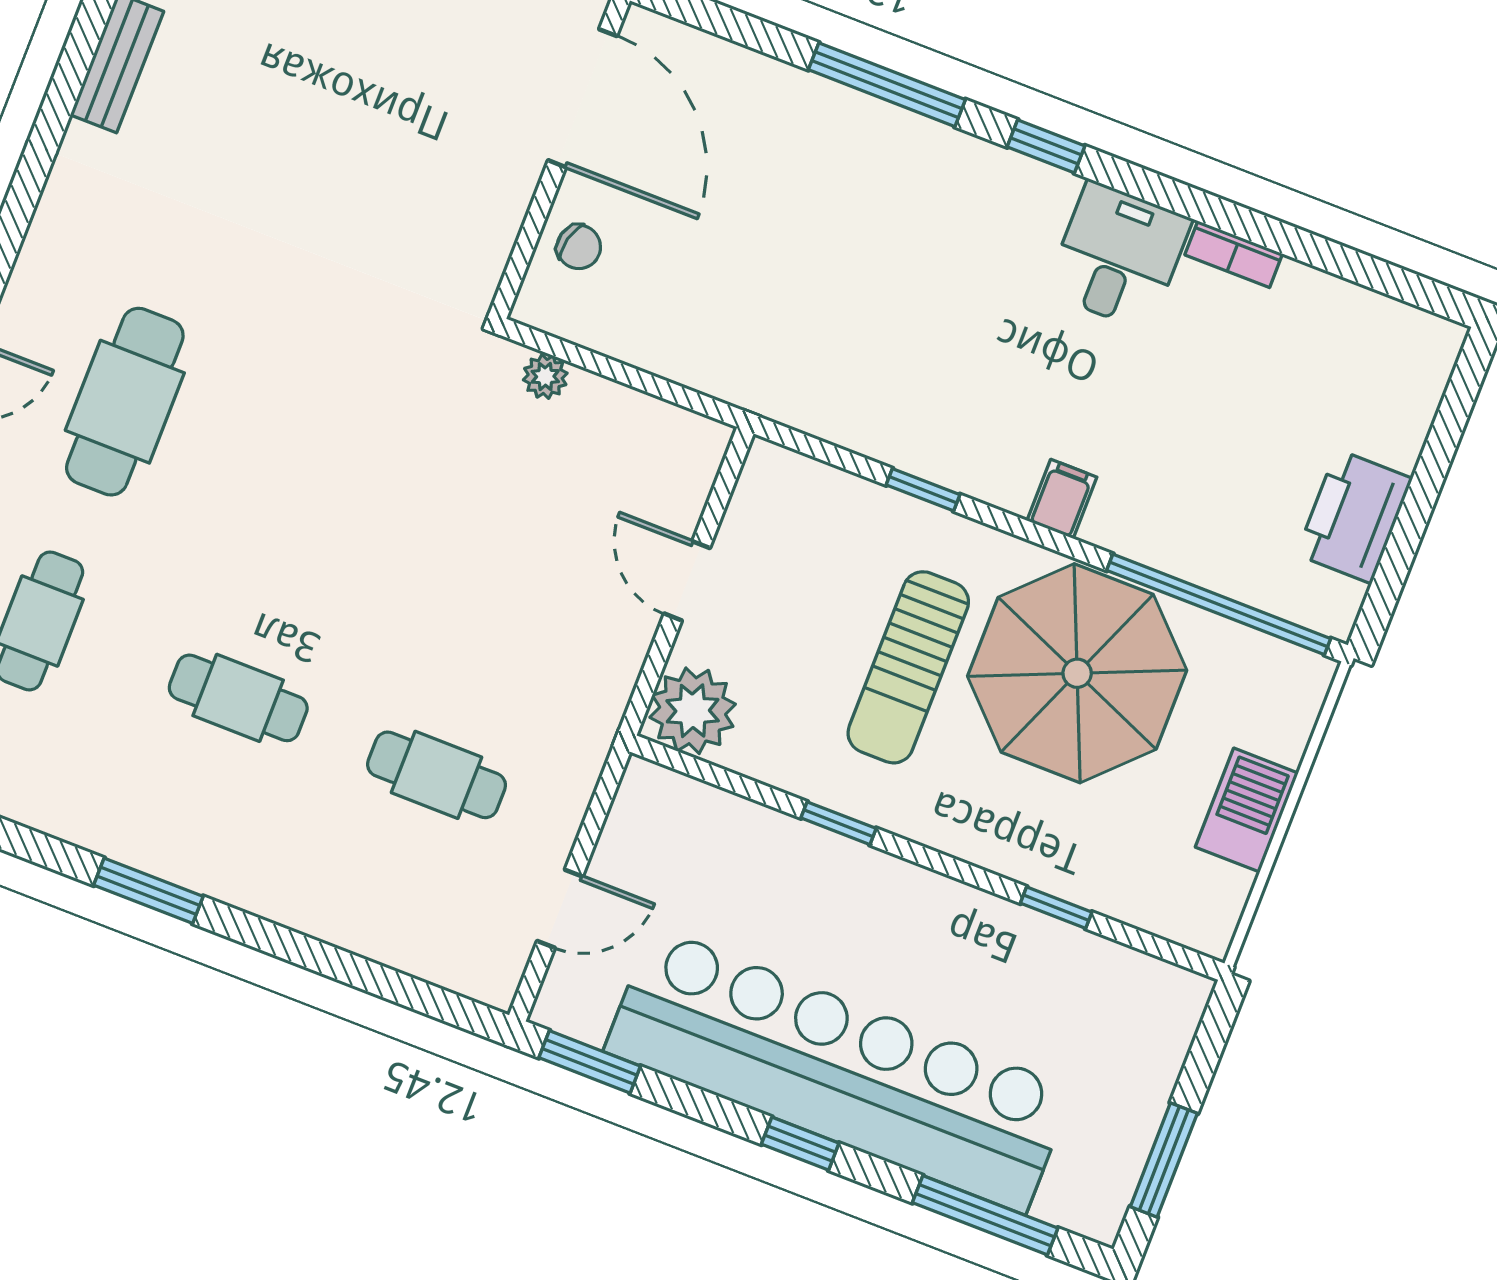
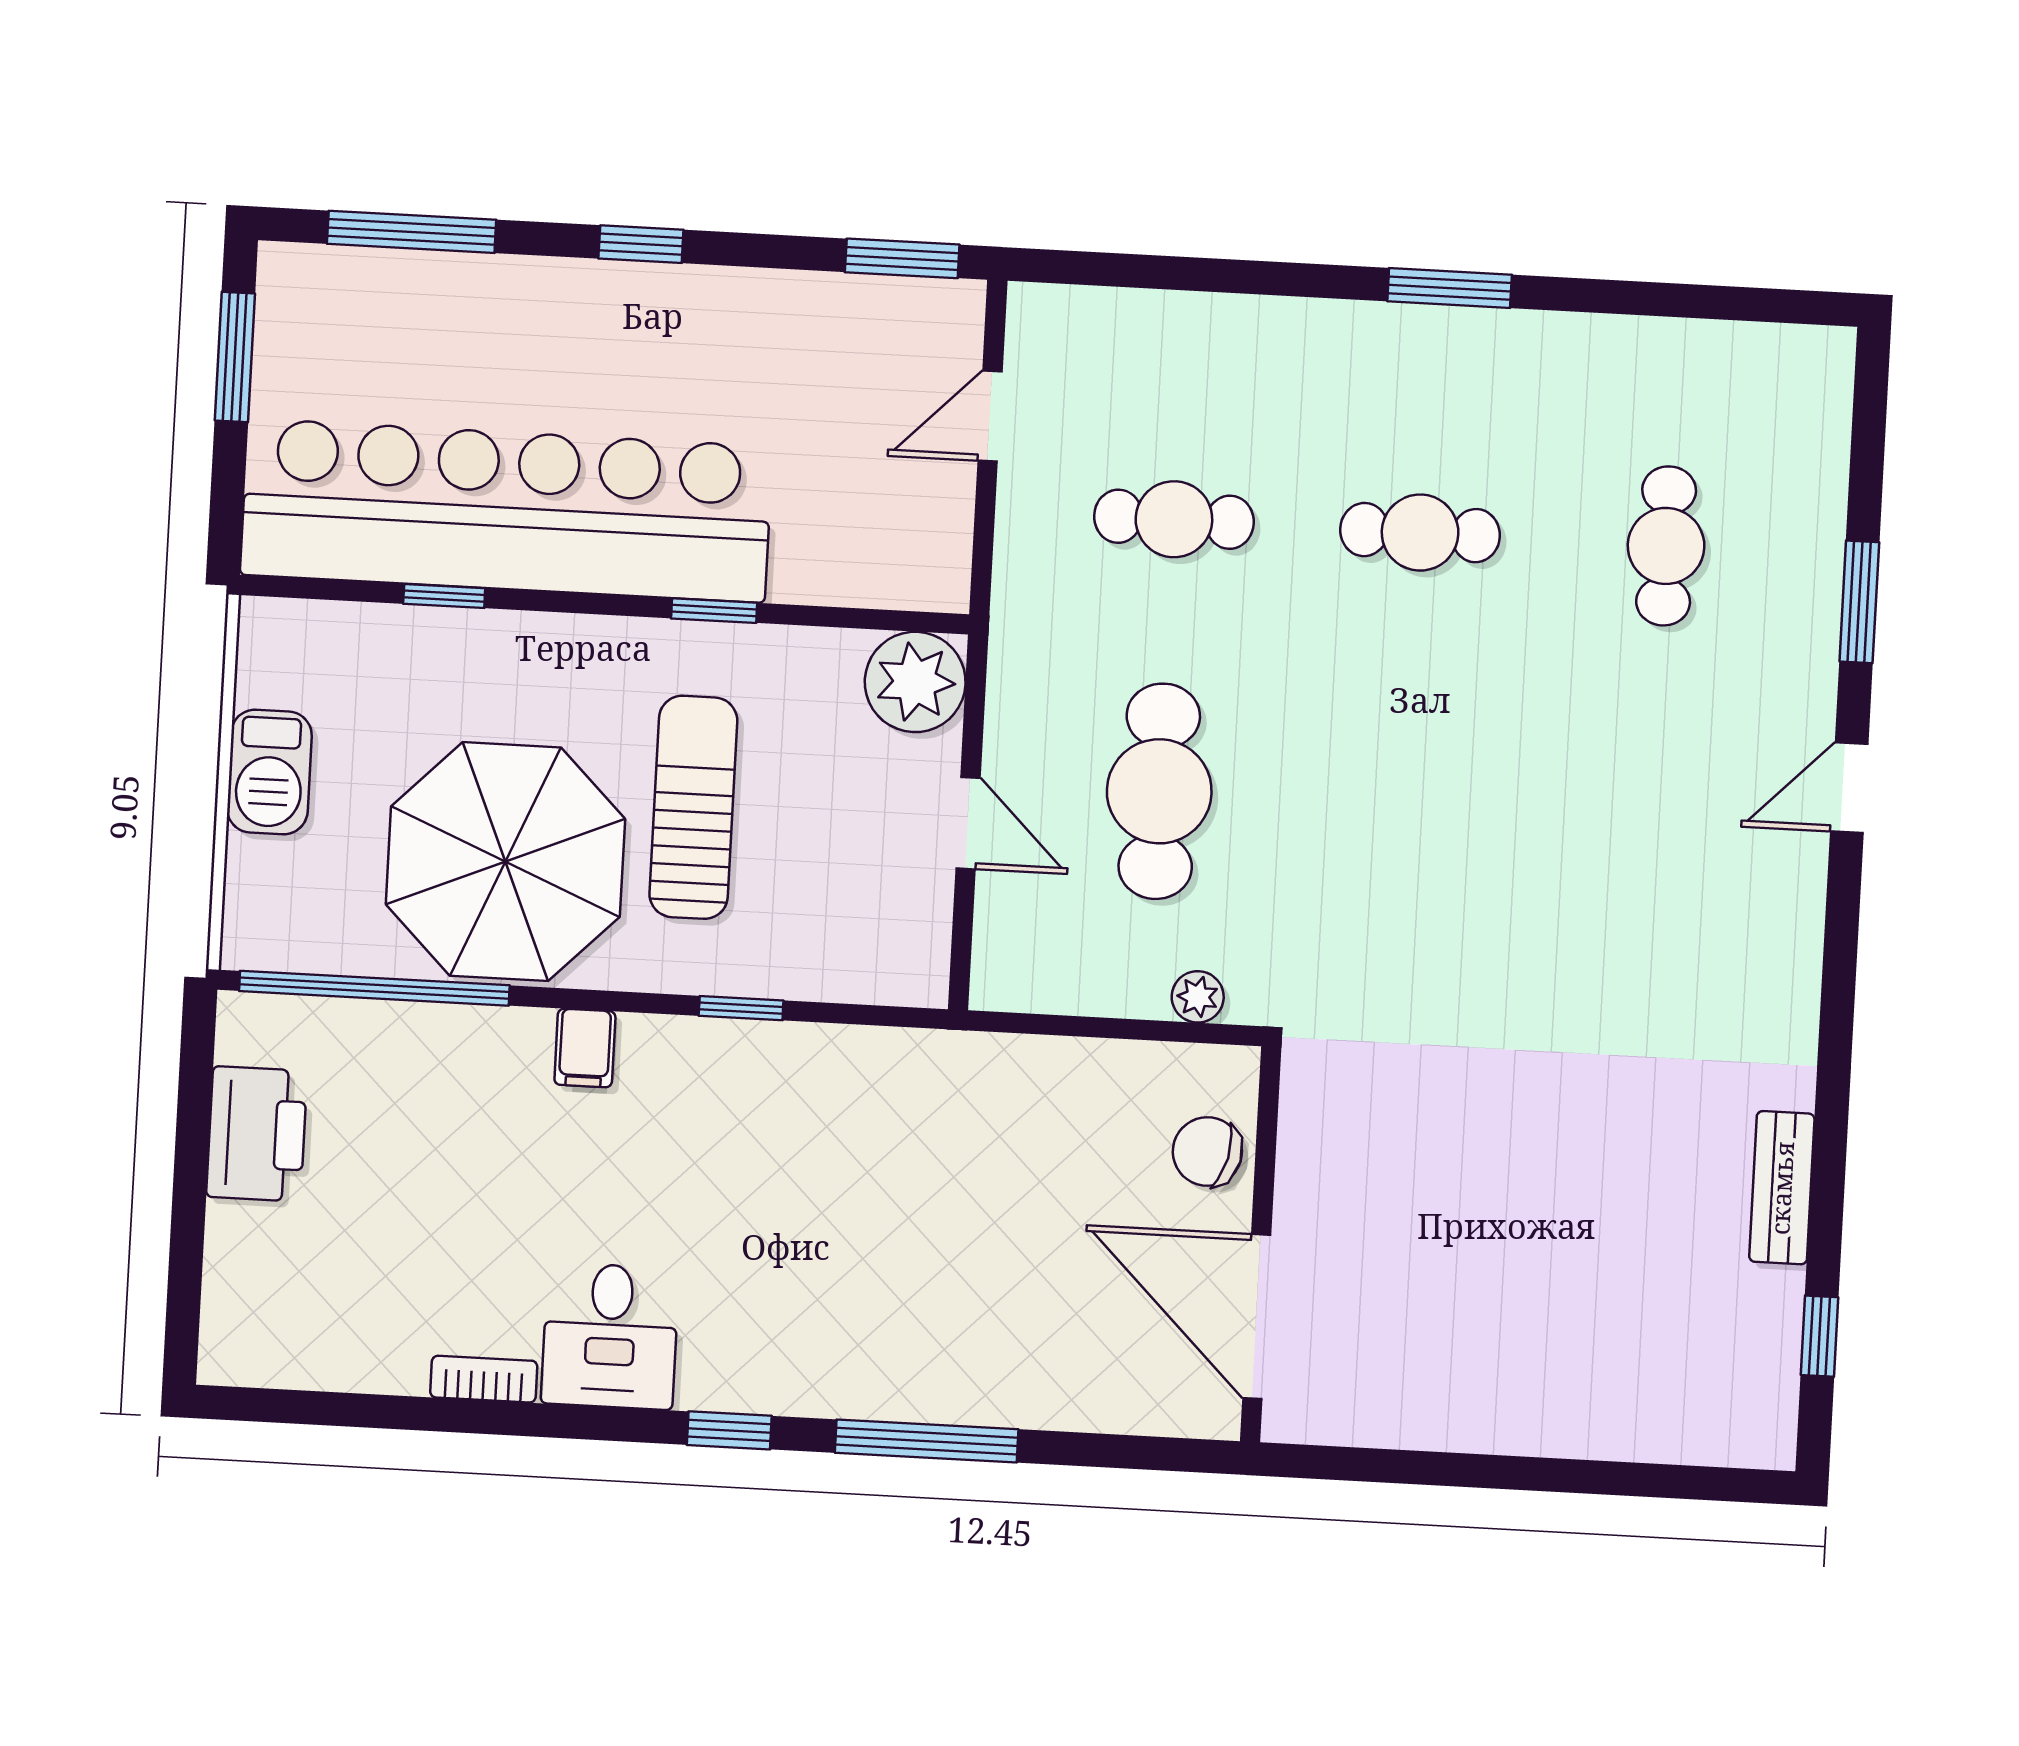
chair: (579, 247) -> (1207, 1152), width x1.37, depth x1.37
cafe table: (125, 402) -> (1159, 791), moved
bar counter: (839, 1070) -> (506, 511), moved, turned 180

